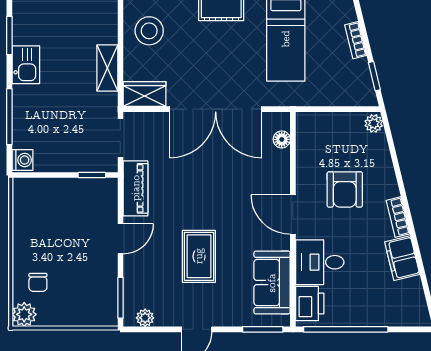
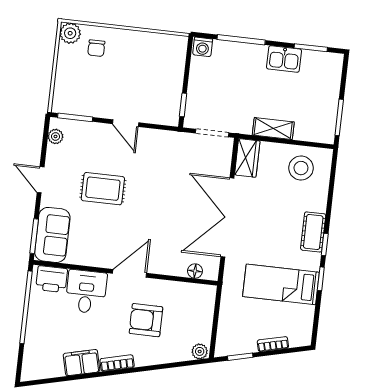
piano: (136, 188) -> (167, 141), removed
chair: (38, 282) -> (96, 48), turned -90
sofa: (272, 283) -> (52, 235), moved, turned 90

